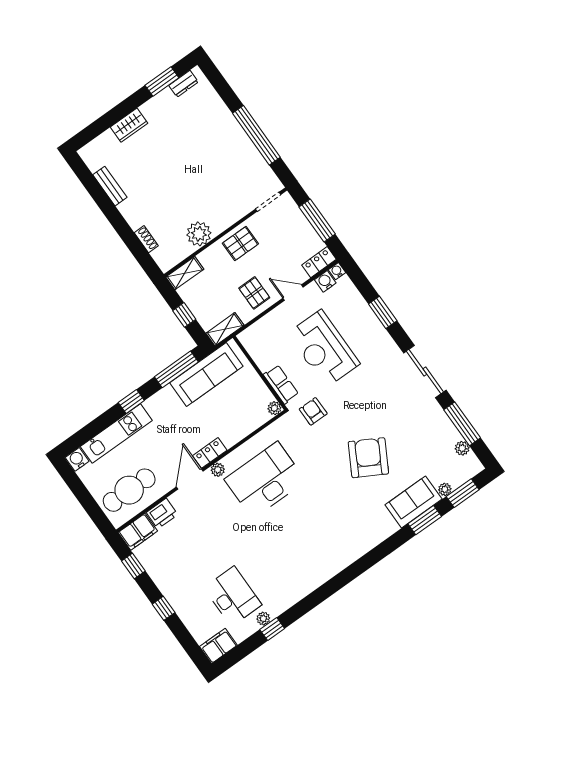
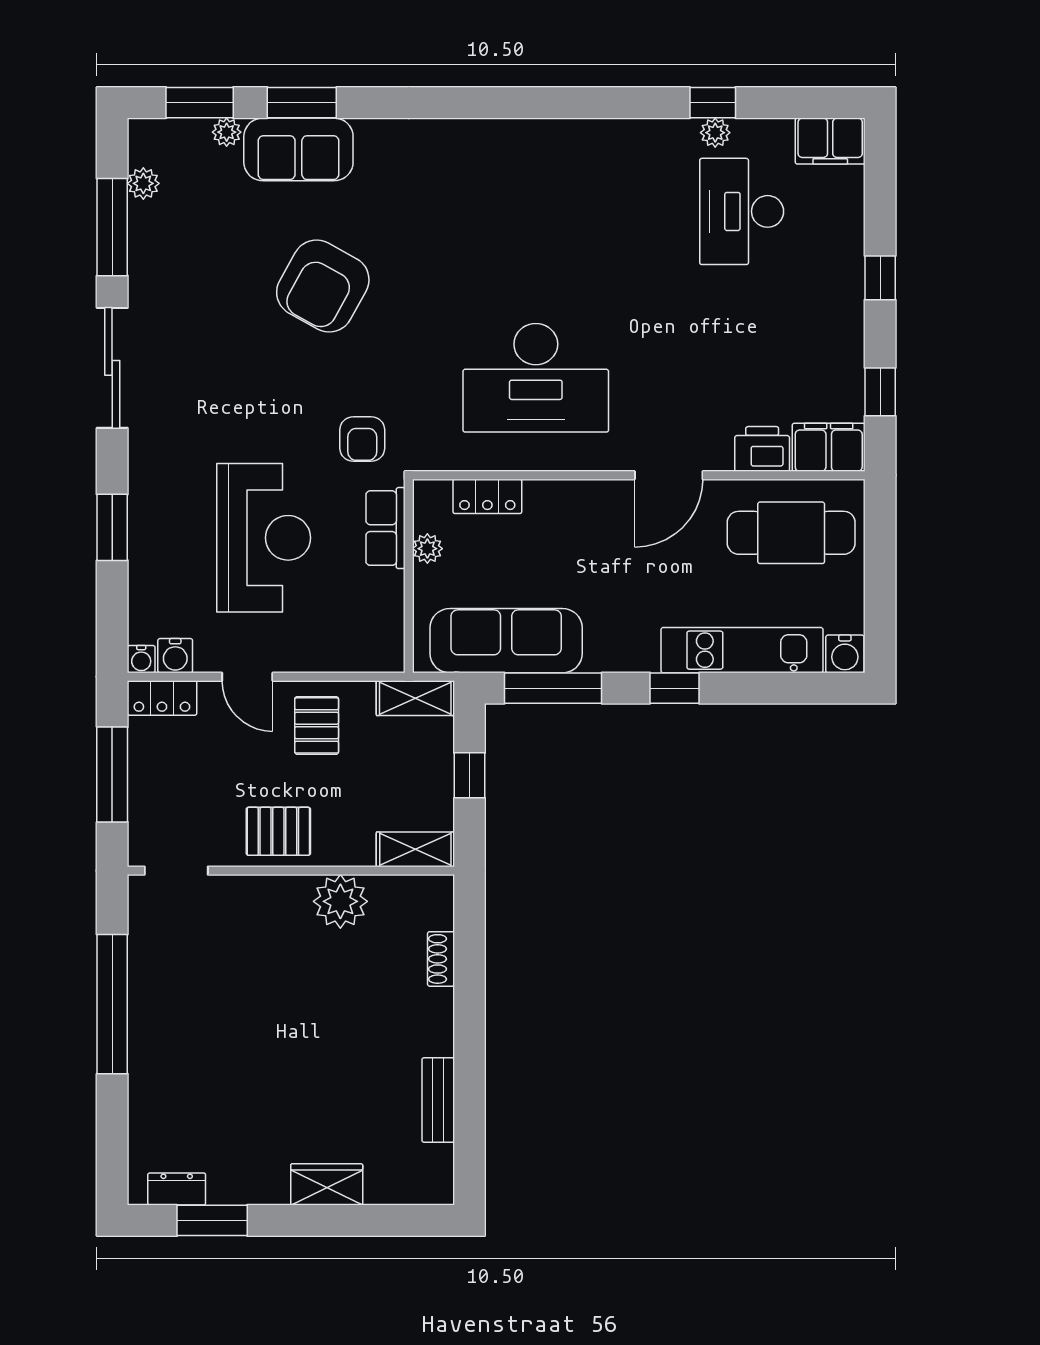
plant: (274, 408) -> (427, 549), moved
locker: (210, 453) -> (487, 496), moved
plant: (218, 470) -> (607, 456), removed

